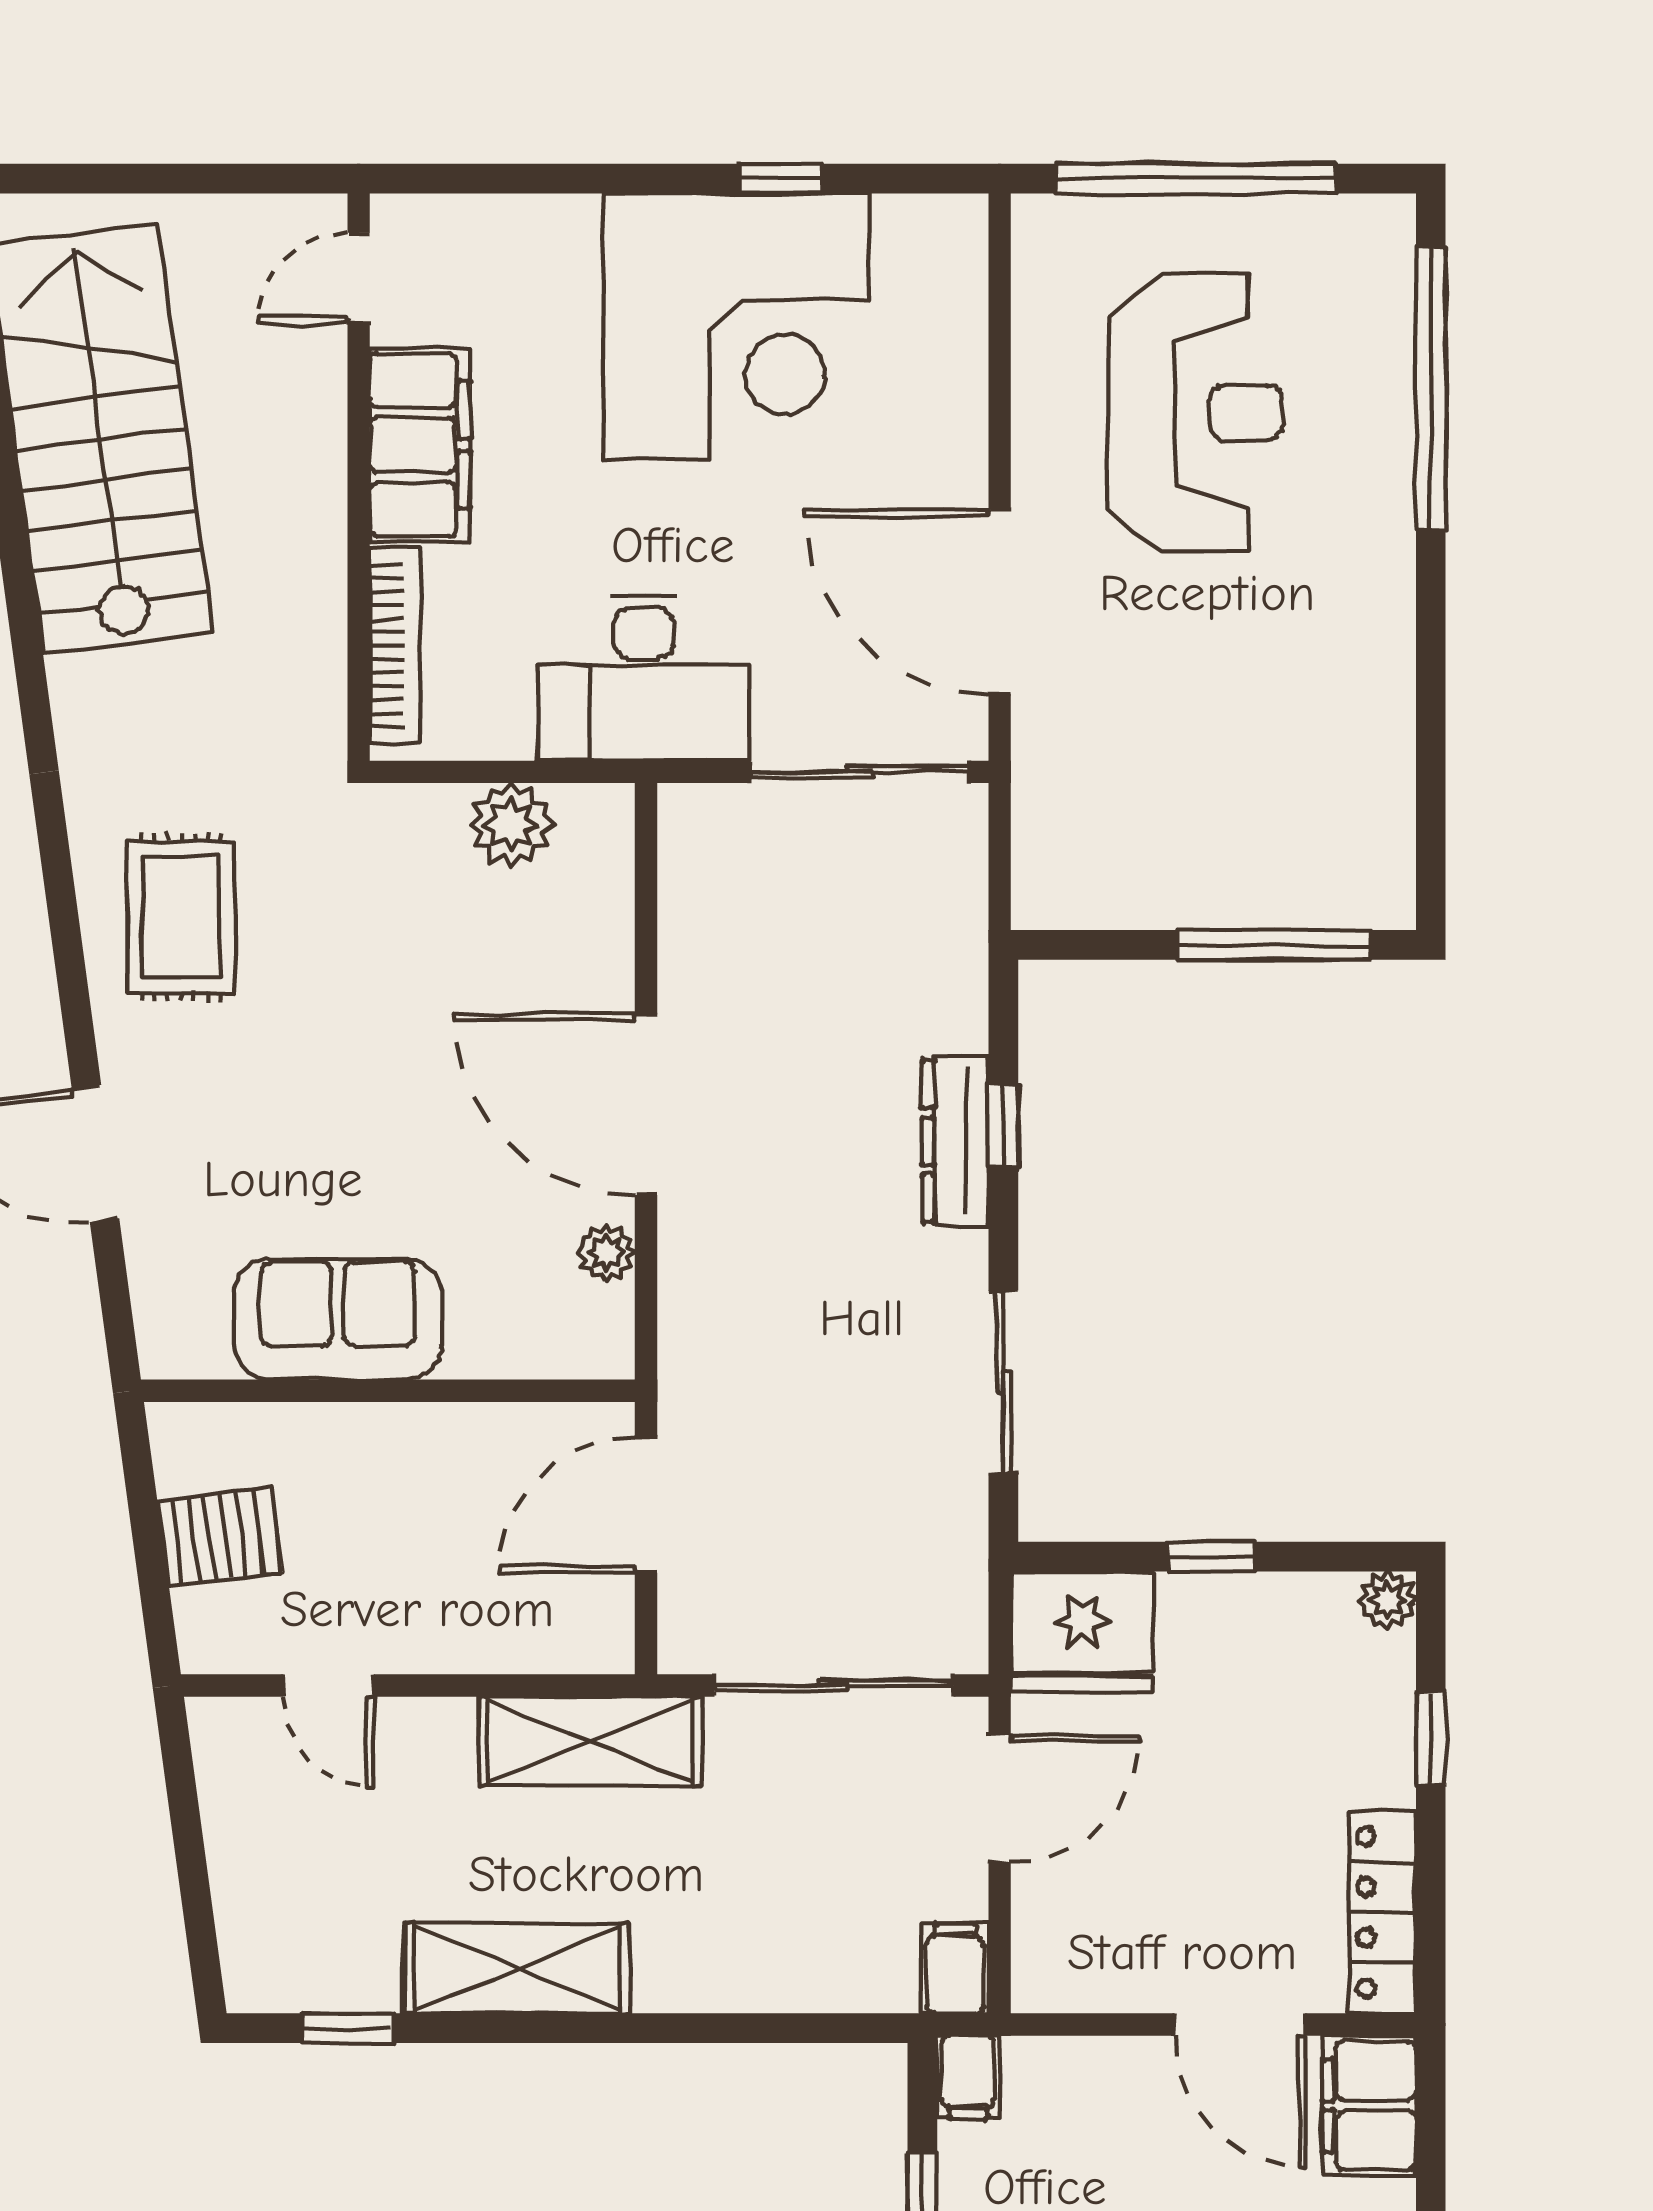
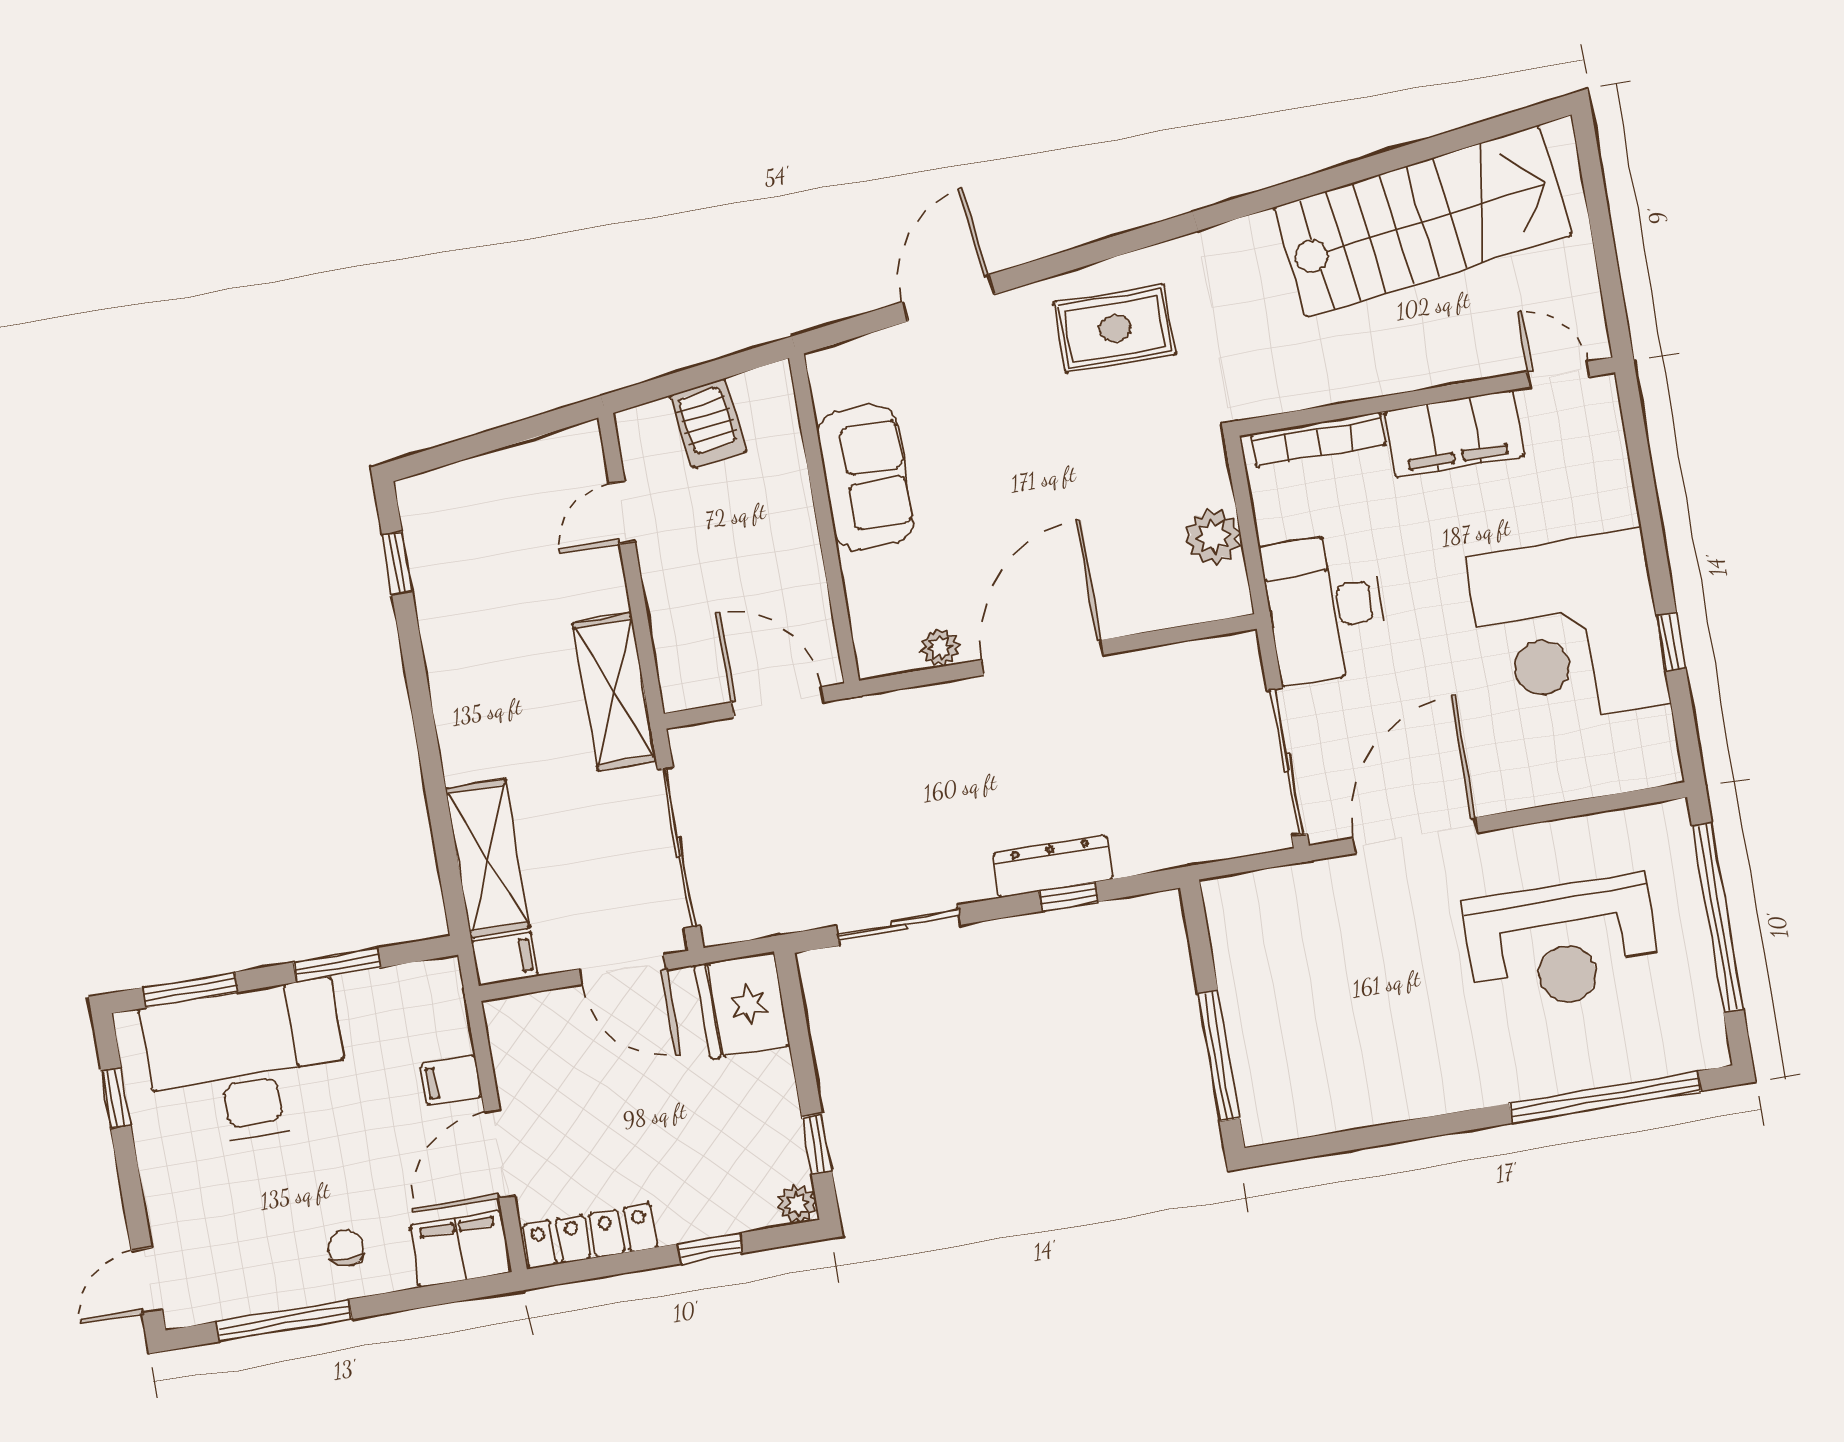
window: (1211, 1557) -> (817, 1144), moved
shelving: (517, 1968) -> (488, 858), moved
filing cabinet: (968, 2077) -> (451, 1080), moved

